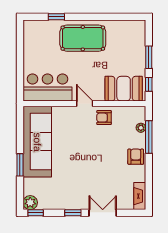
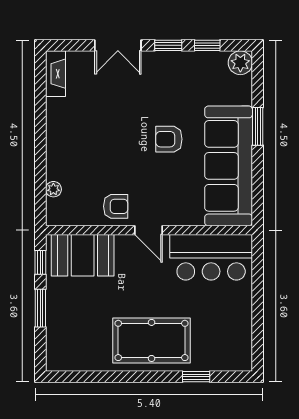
window: (149, 137) -> (40, 174), removed
armchair: (136, 157) -> (169, 139), moved, turned 90
window: (36, 213) -> (207, 45), moved

